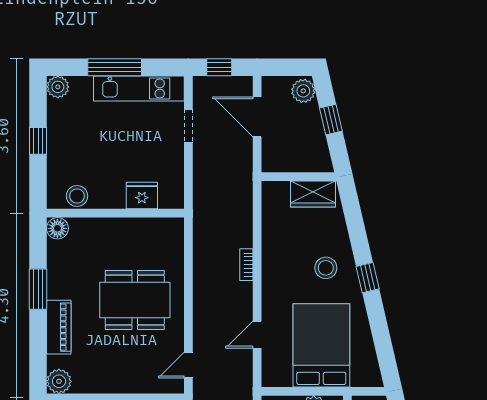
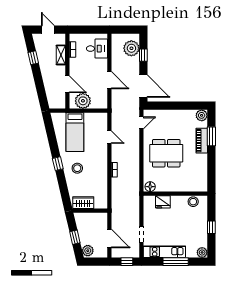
floor lamp: (57, 228) -> (150, 187), moved
window: (38, 289) -> (211, 136), moved
door: (257, 335) -> (109, 137), hinge flipped
bed: (321, 345) -> (75, 132), width x0.67

